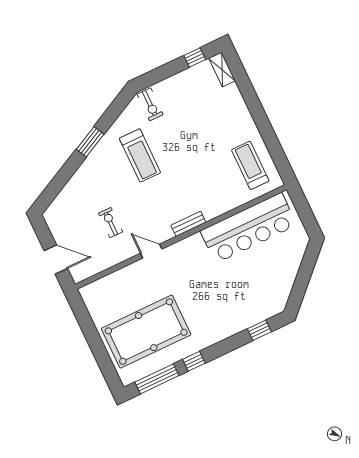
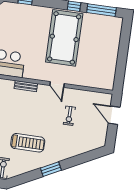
treadmill: (140, 155) -> (28, 143), turned 90
pool table: (146, 332) -> (64, 38), moved, turned 90

